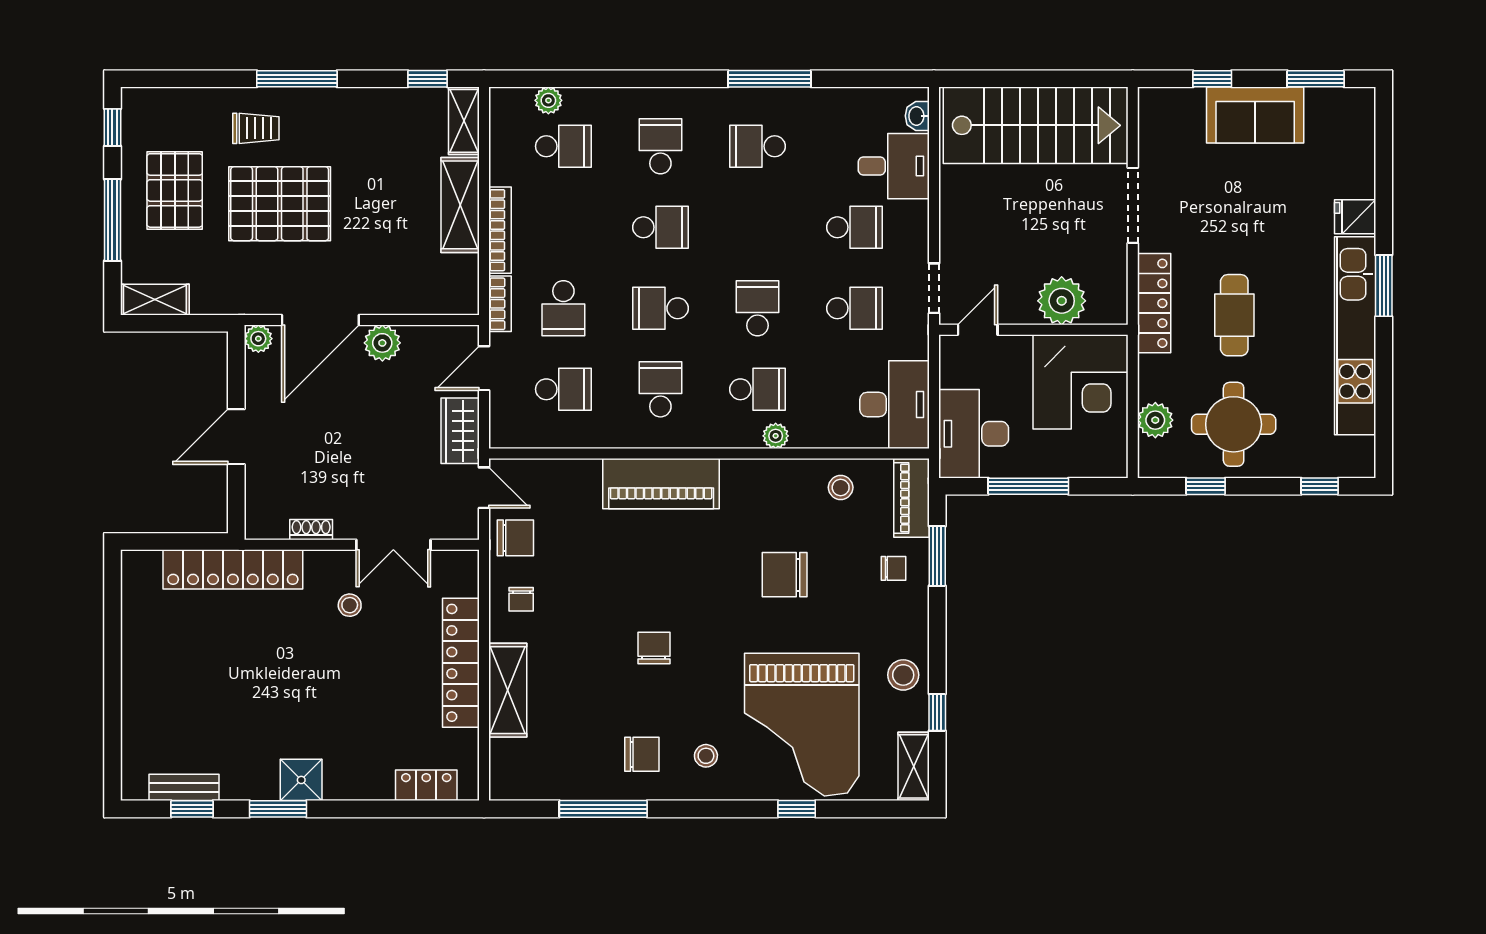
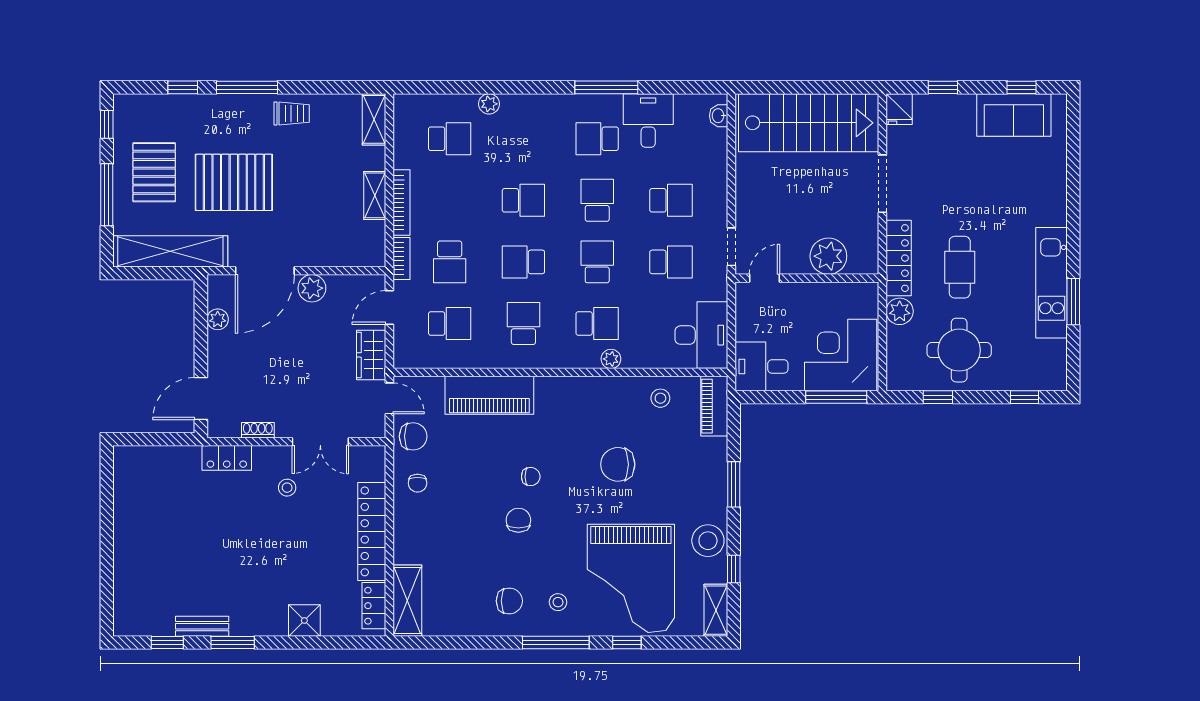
window: (428, 79) -> (183, 87), moved
window: (1316, 79) -> (1021, 87), width x0.67
plant: (548, 100) -> (489, 104), moved
sofa: (1255, 115) -> (1014, 115), moved
trolley: (256, 128) -> (292, 113), moved
school desk: (660, 146) -> (597, 200), moved
desk: (894, 166) -> (648, 120), moved, turned -90
shelving: (460, 205) -> (375, 195), width x0.67, depth x0.75
fridge: (1355, 217) -> (899, 109), moved, turned -90
window: (1384, 286) -> (1073, 302), moved
shelving: (155, 300) -> (170, 251), width x2.20, depth x1.33
kitchen unit: (1355, 336) -> (1052, 283), width x0.73
plant: (258, 339) -> (218, 319), moved
corner desk: (1081, 382) -> (841, 355), moved, turned 180
plant: (1155, 420) -> (900, 311), moved
desk: (974, 434) -> (761, 366), width x0.73
door: (236, 437) -> (201, 399), moved
piano: (661, 484) -> (489, 395), moved
window: (1028, 486) -> (836, 397), moved
window: (937, 556) -> (734, 484), moved
chair: (894, 568) -> (531, 477), moved
locker: (233, 569) -> (227, 458), width x0.46, depth x0.83
stool: (903, 675) -> (708, 541), width x1.38, depth x1.38
shelving: (508, 690) -> (407, 601), moved
shower: (301, 780) -> (304, 621), moved
locker: (426, 785) -> (374, 606), moved, turned -90
bench: (184, 787) -> (202, 626), moved
window: (603, 809) -> (556, 642), moved

